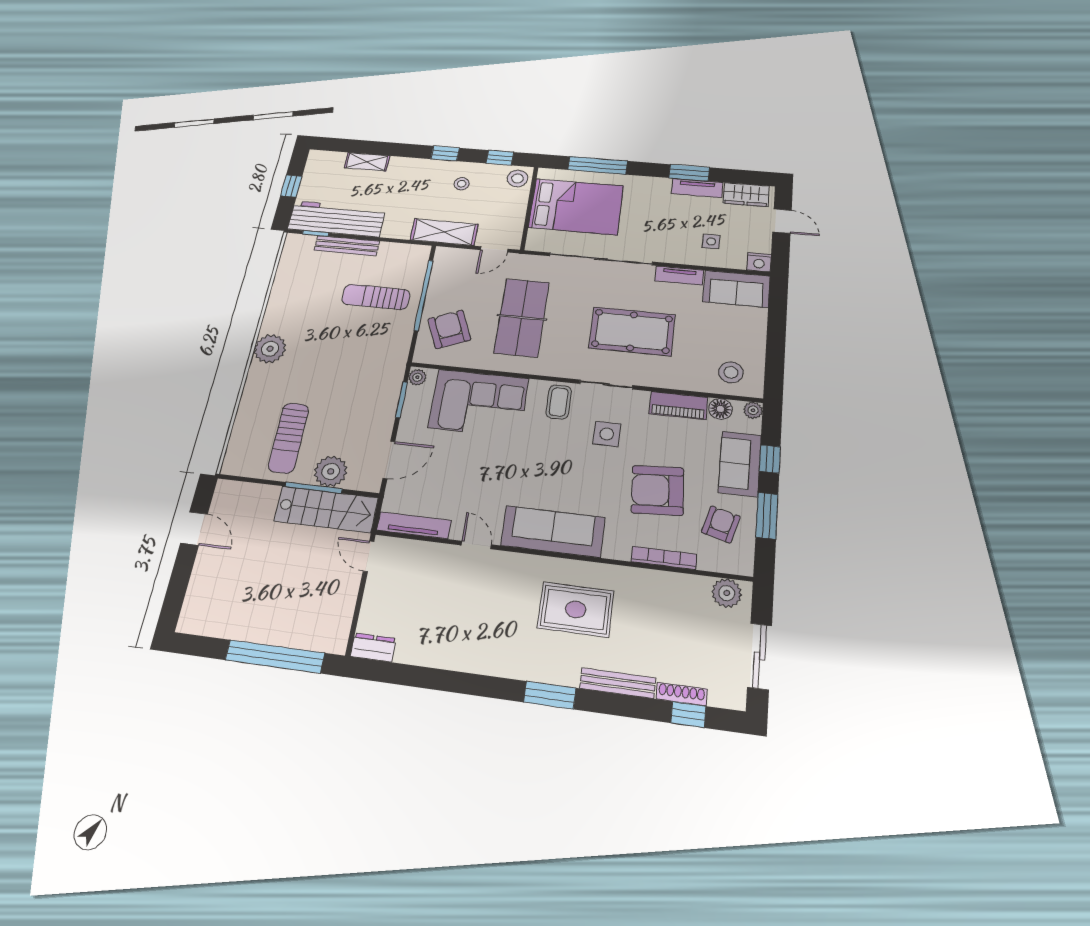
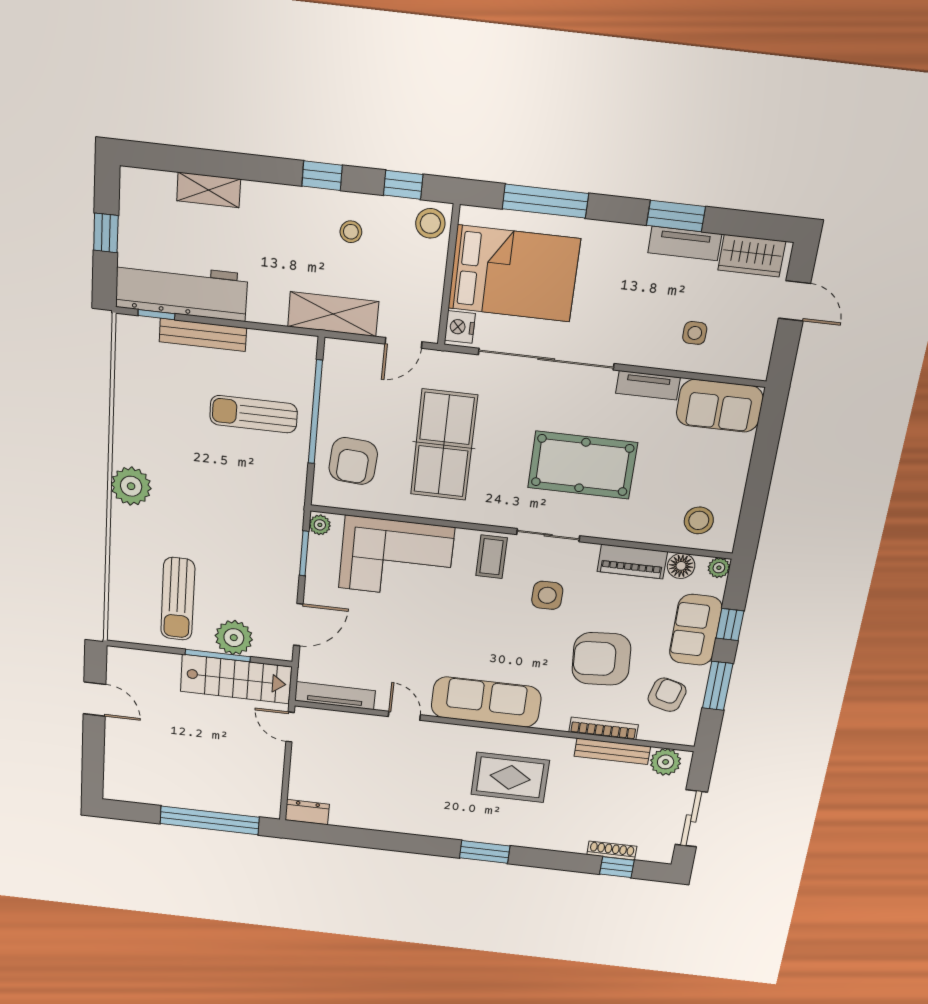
nightstand: (759, 262) -> (460, 327), moved, turned 90
armchair: (449, 329) -> (353, 461), turned -153
bench: (618, 683) -> (612, 751), moved

